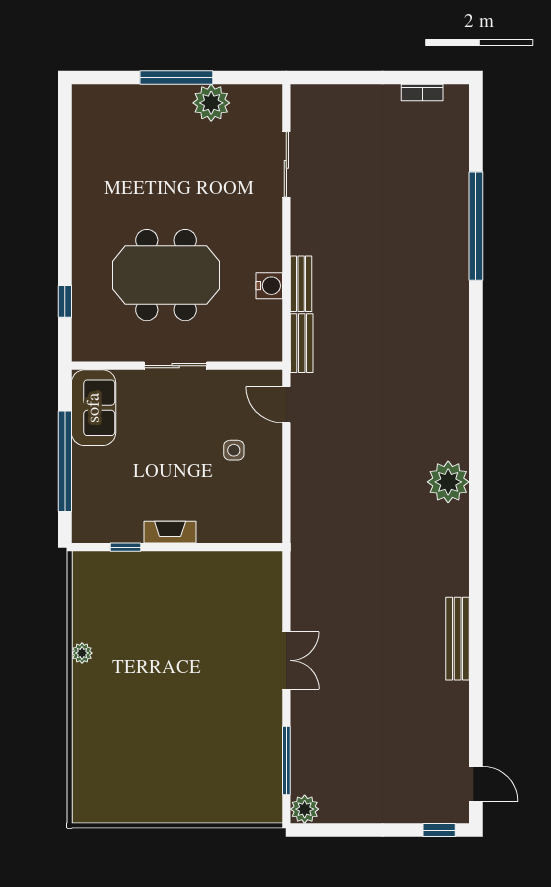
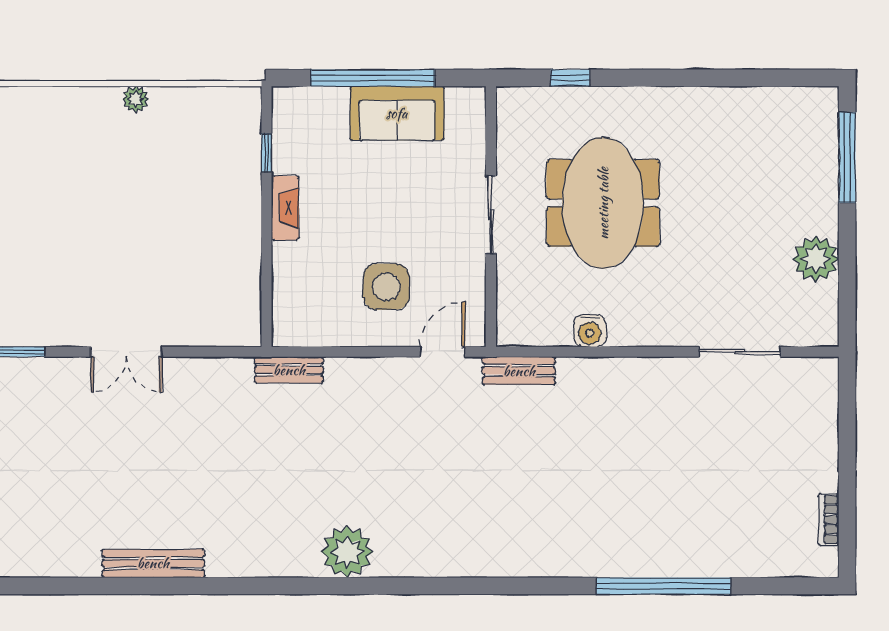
window: (176, 77) -> (847, 157), moved
bench: (301, 284) -> (289, 370), moved
sofa: (94, 408) -> (397, 113), moved
side table: (234, 450) -> (386, 287), width x1.87, depth x1.87

